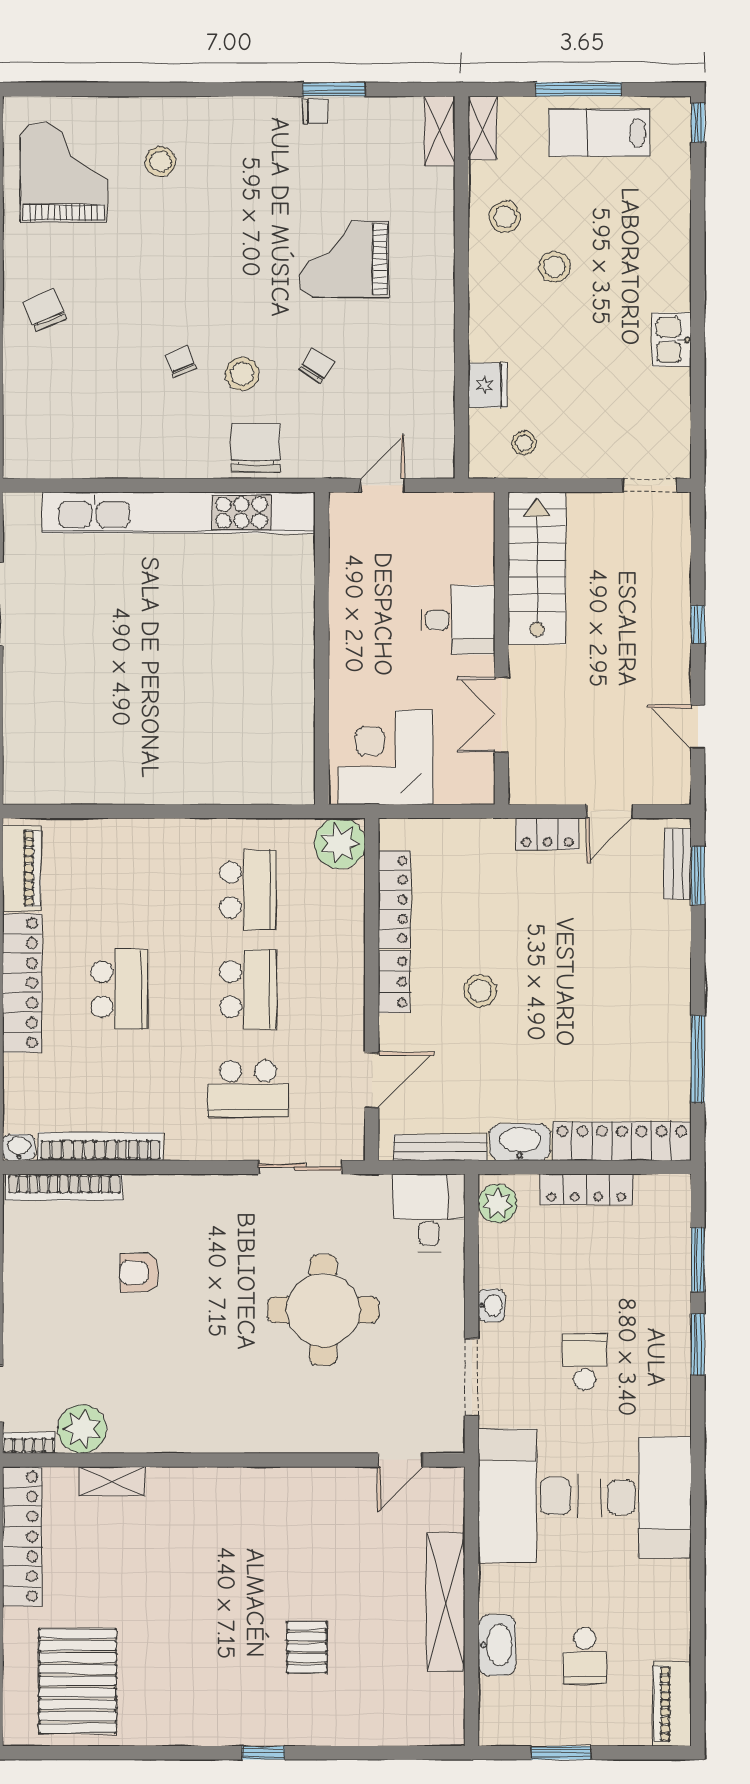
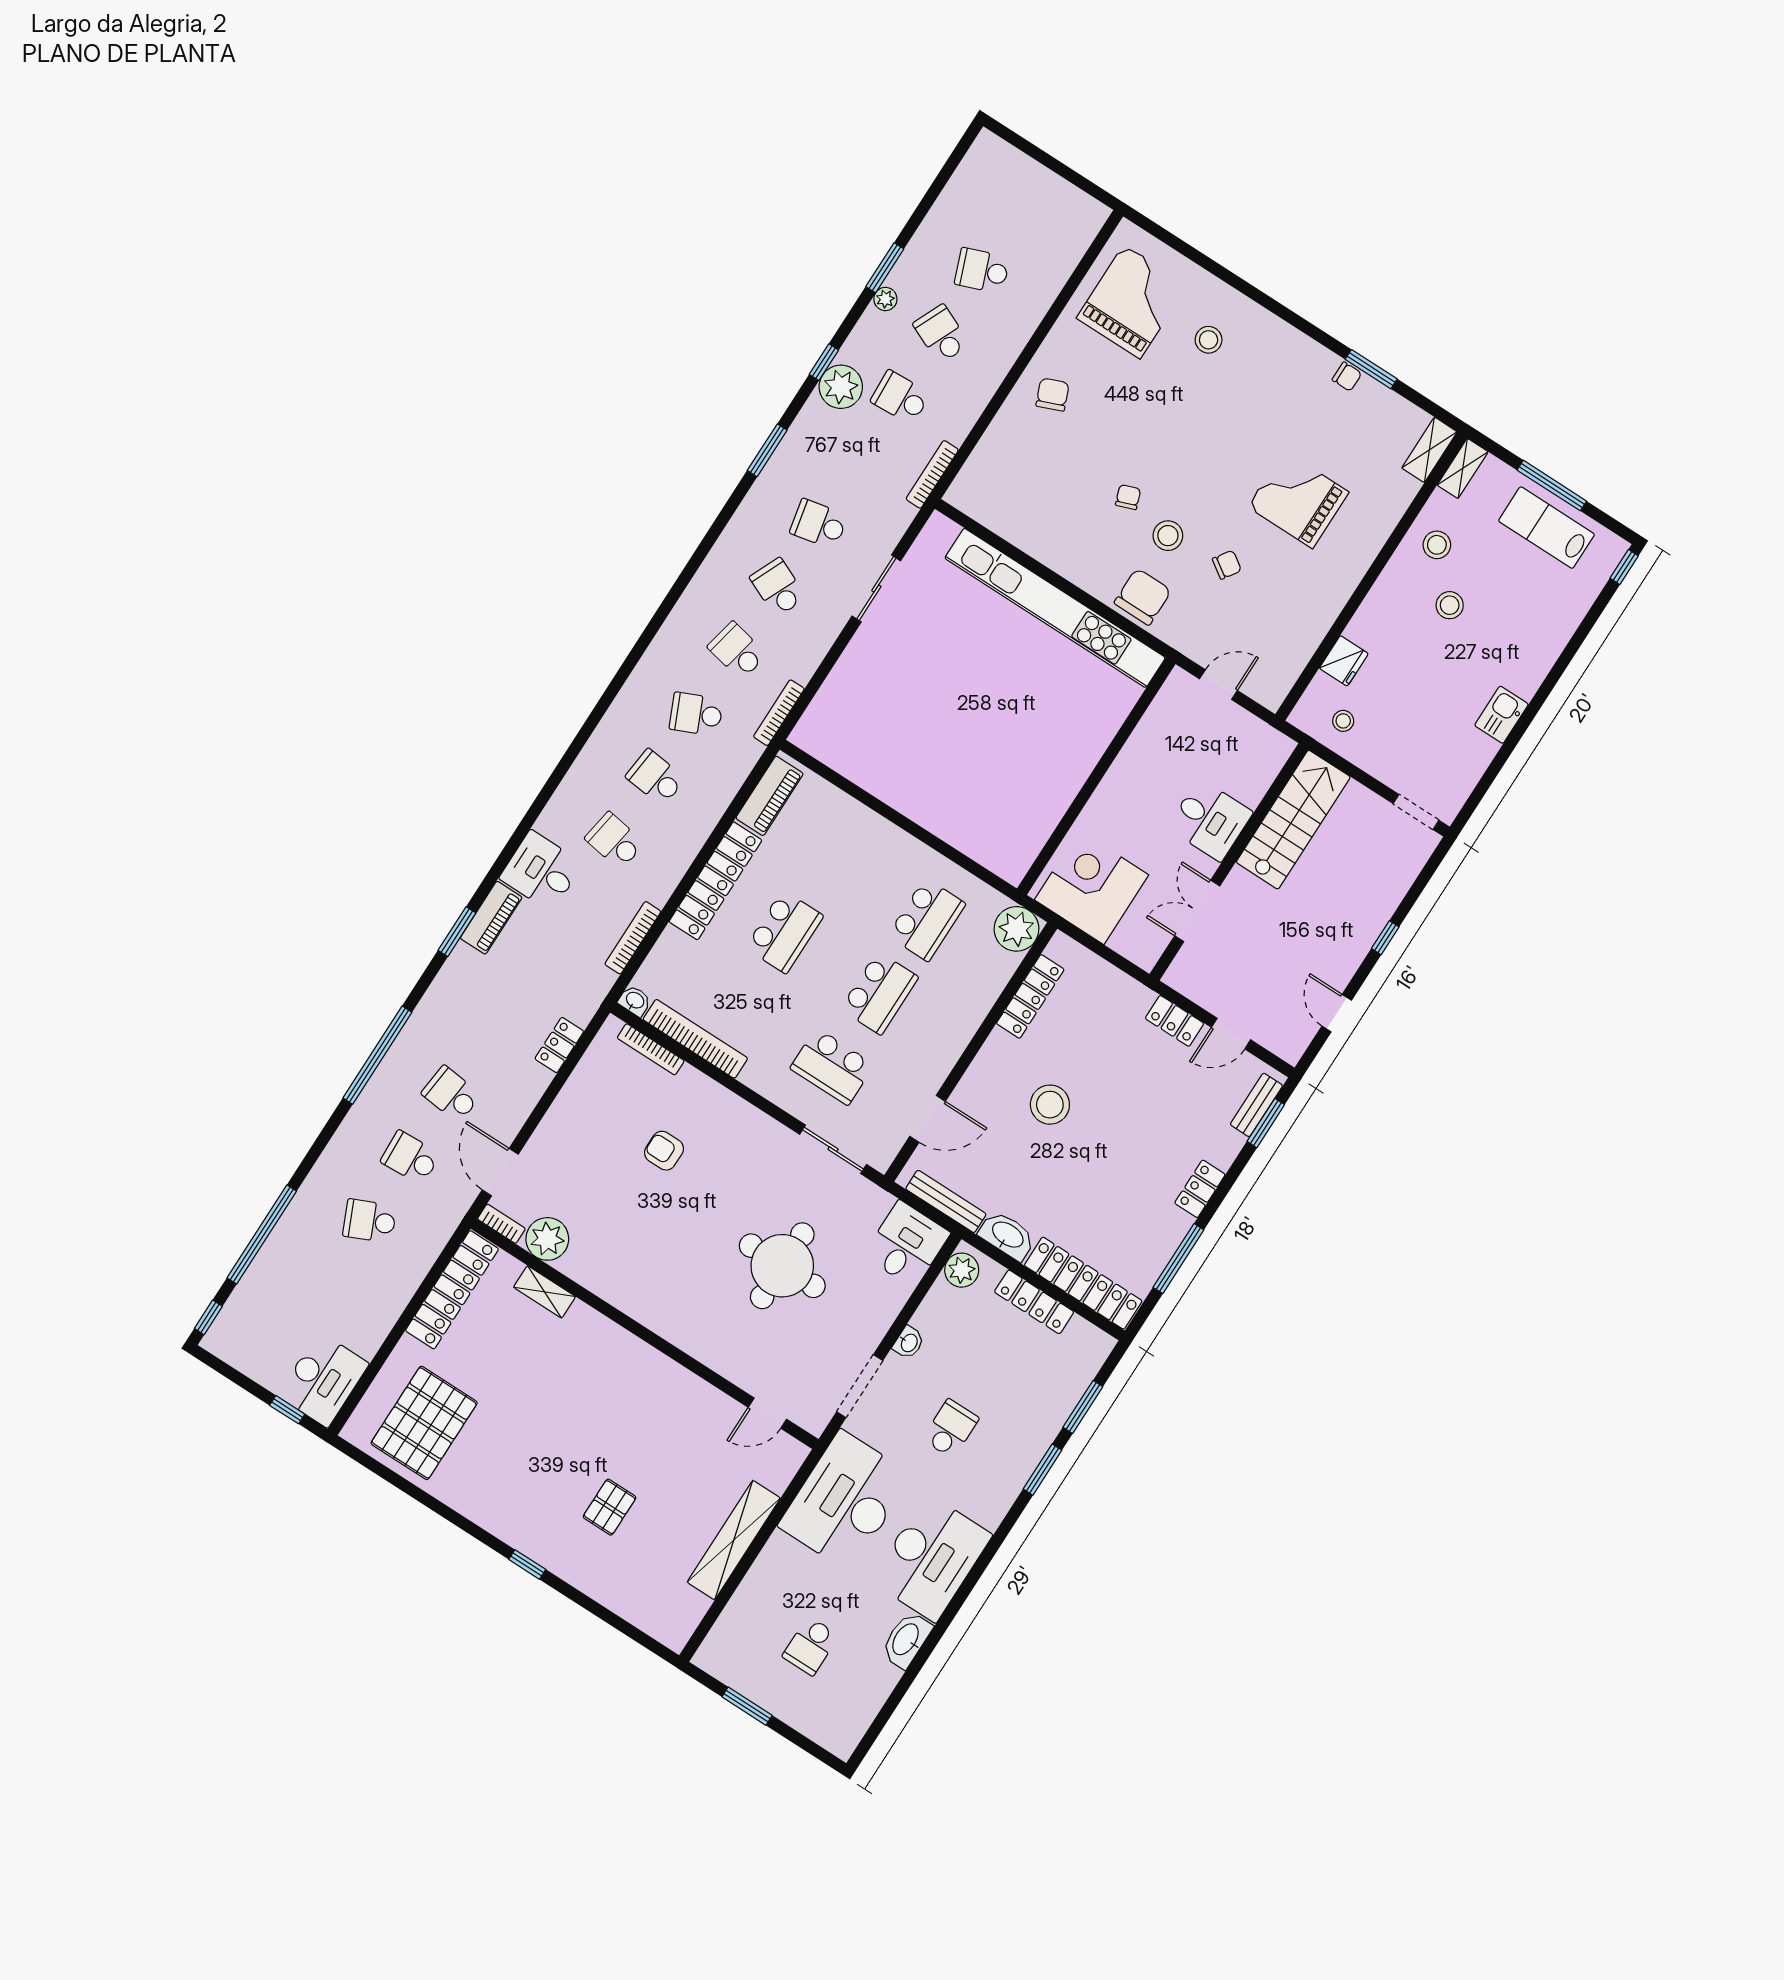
locker: (394, 982) -> (1200, 1189), moved, turned 180
stool: (480, 991) -> (1050, 1105), width x1.38, depth x1.38
bookcase: (64, 1187) -> (651, 1049), width x0.68, depth x0.76
washbasin: (497, 1645) -> (906, 1640), moved, turned 180
piano: (672, 1704) -> (852, 1723), removed

